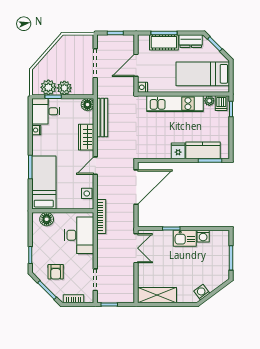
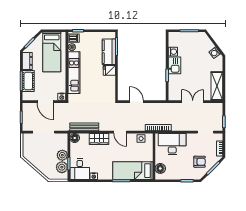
door: (136, 187) -> (136, 102), width x0.53
double door: (136, 248) -> (193, 102), moved

